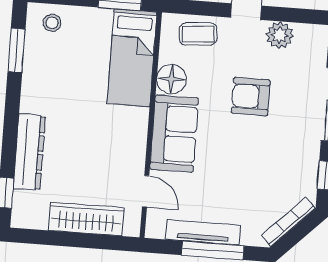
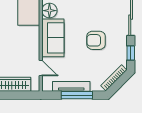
armchair: (251, 97) -> (96, 40), moved

